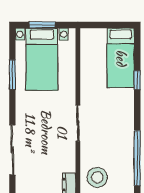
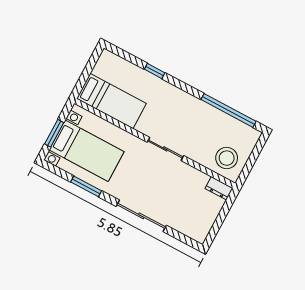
bed: (121, 58) -> (111, 101), moved
sliding door: (12, 150) -> (141, 216), moved

